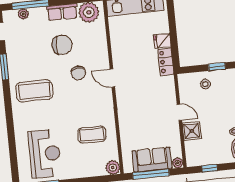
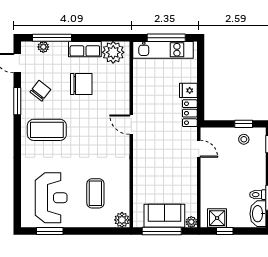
chair: (78, 73) -> (40, 91), moved, turned -136
stool: (205, 84) -> (244, 139), moved
door: (179, 112) -> (199, 149), moved
shower: (192, 131) -> (217, 218), moved
coffee table: (92, 135) -> (95, 193), moved, turned 90

